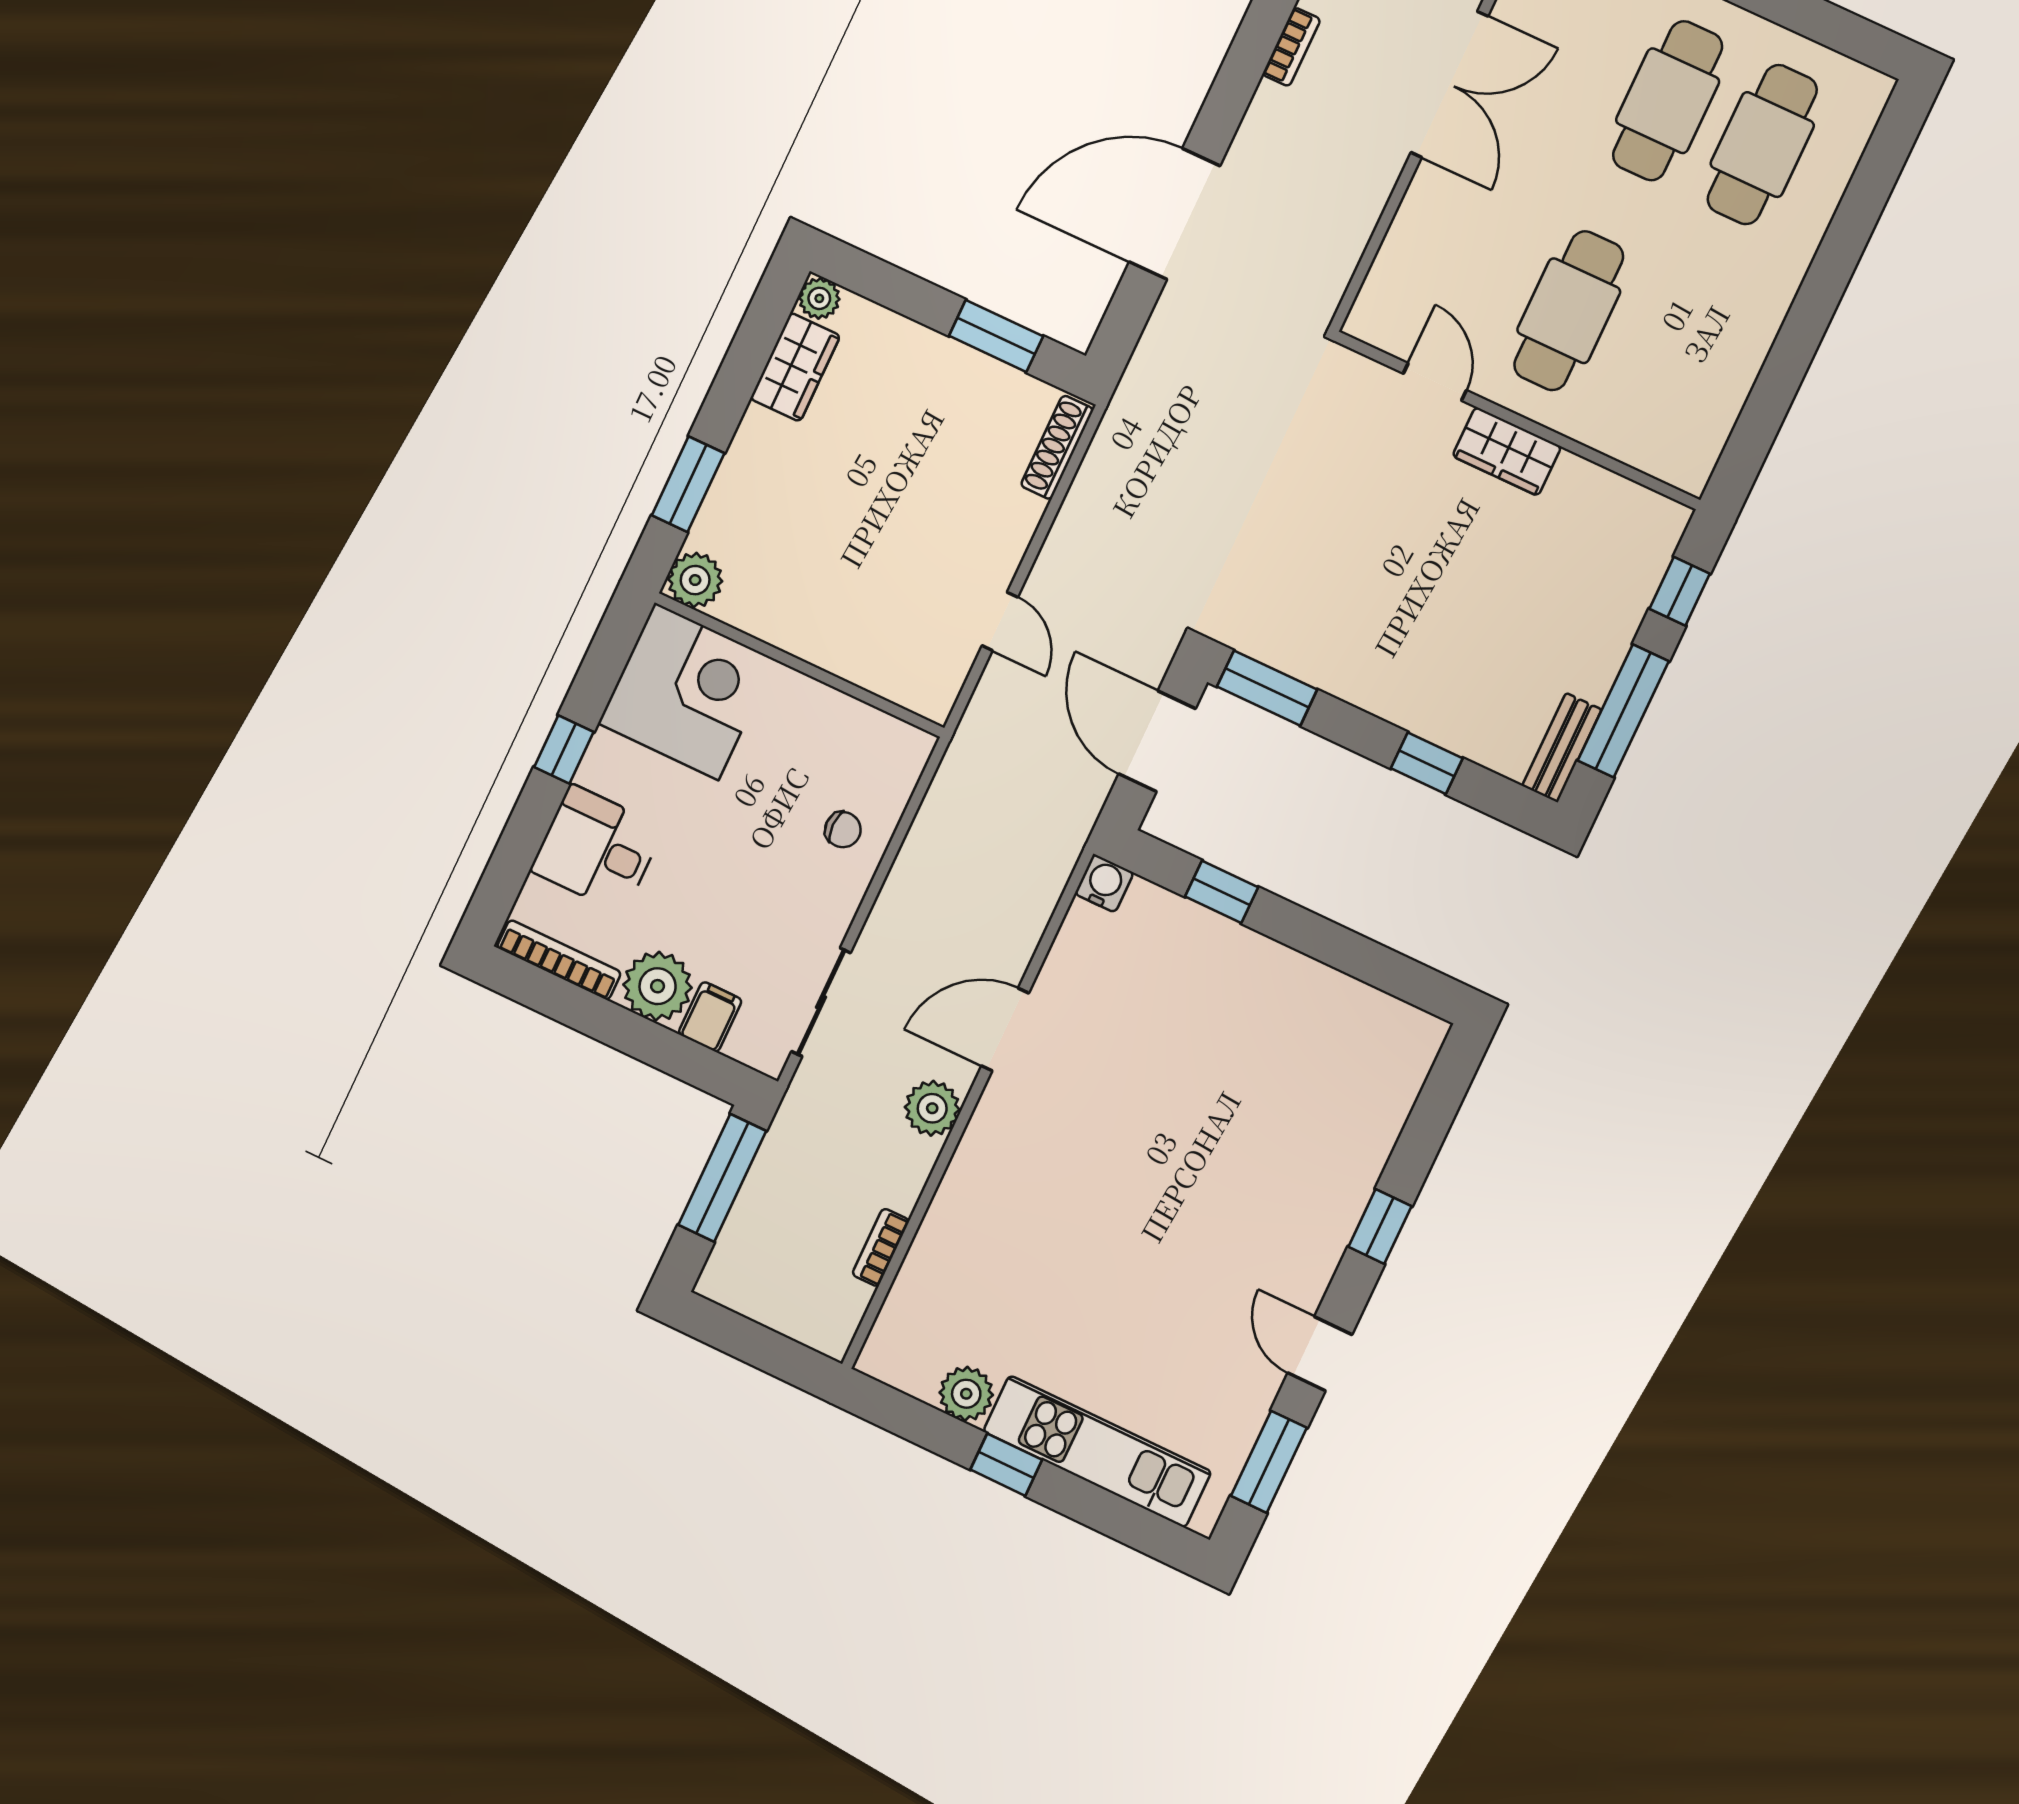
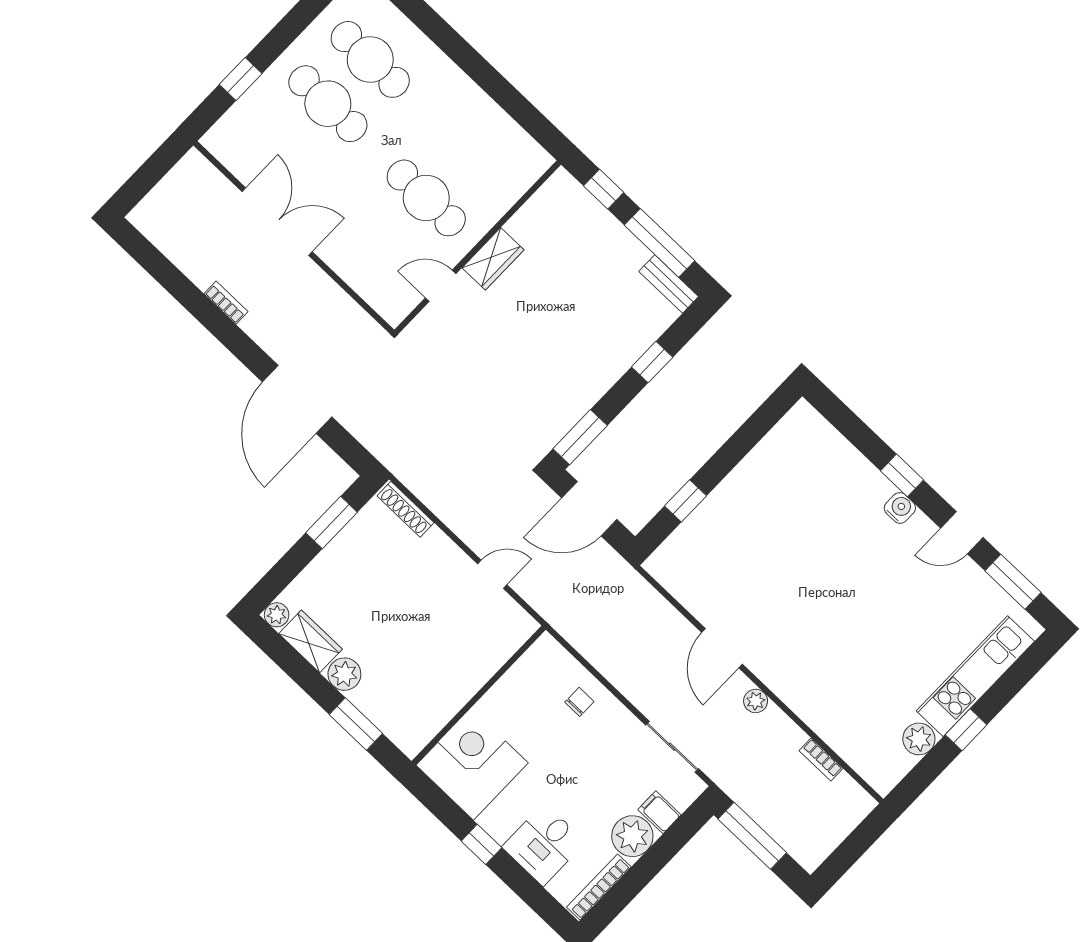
plant: (695, 580) -> (344, 674), moved
water cooler: (1104, 883) -> (900, 508), moved, turned 90
plant: (932, 1108) -> (756, 701), width x0.73, depth x0.73

